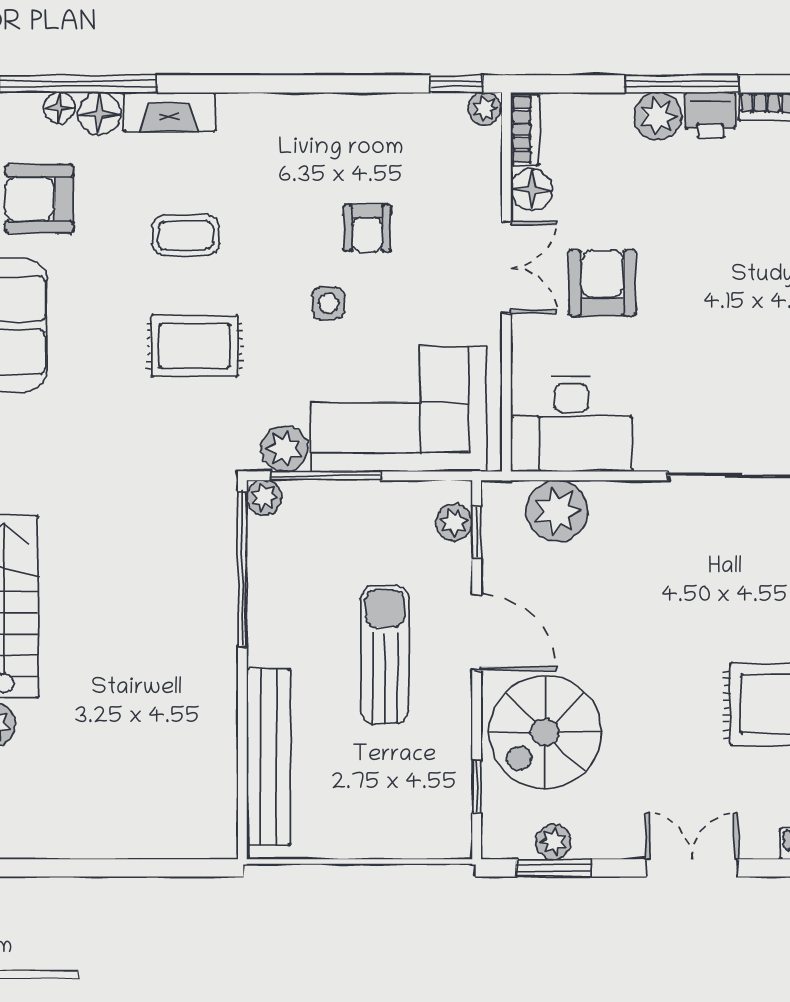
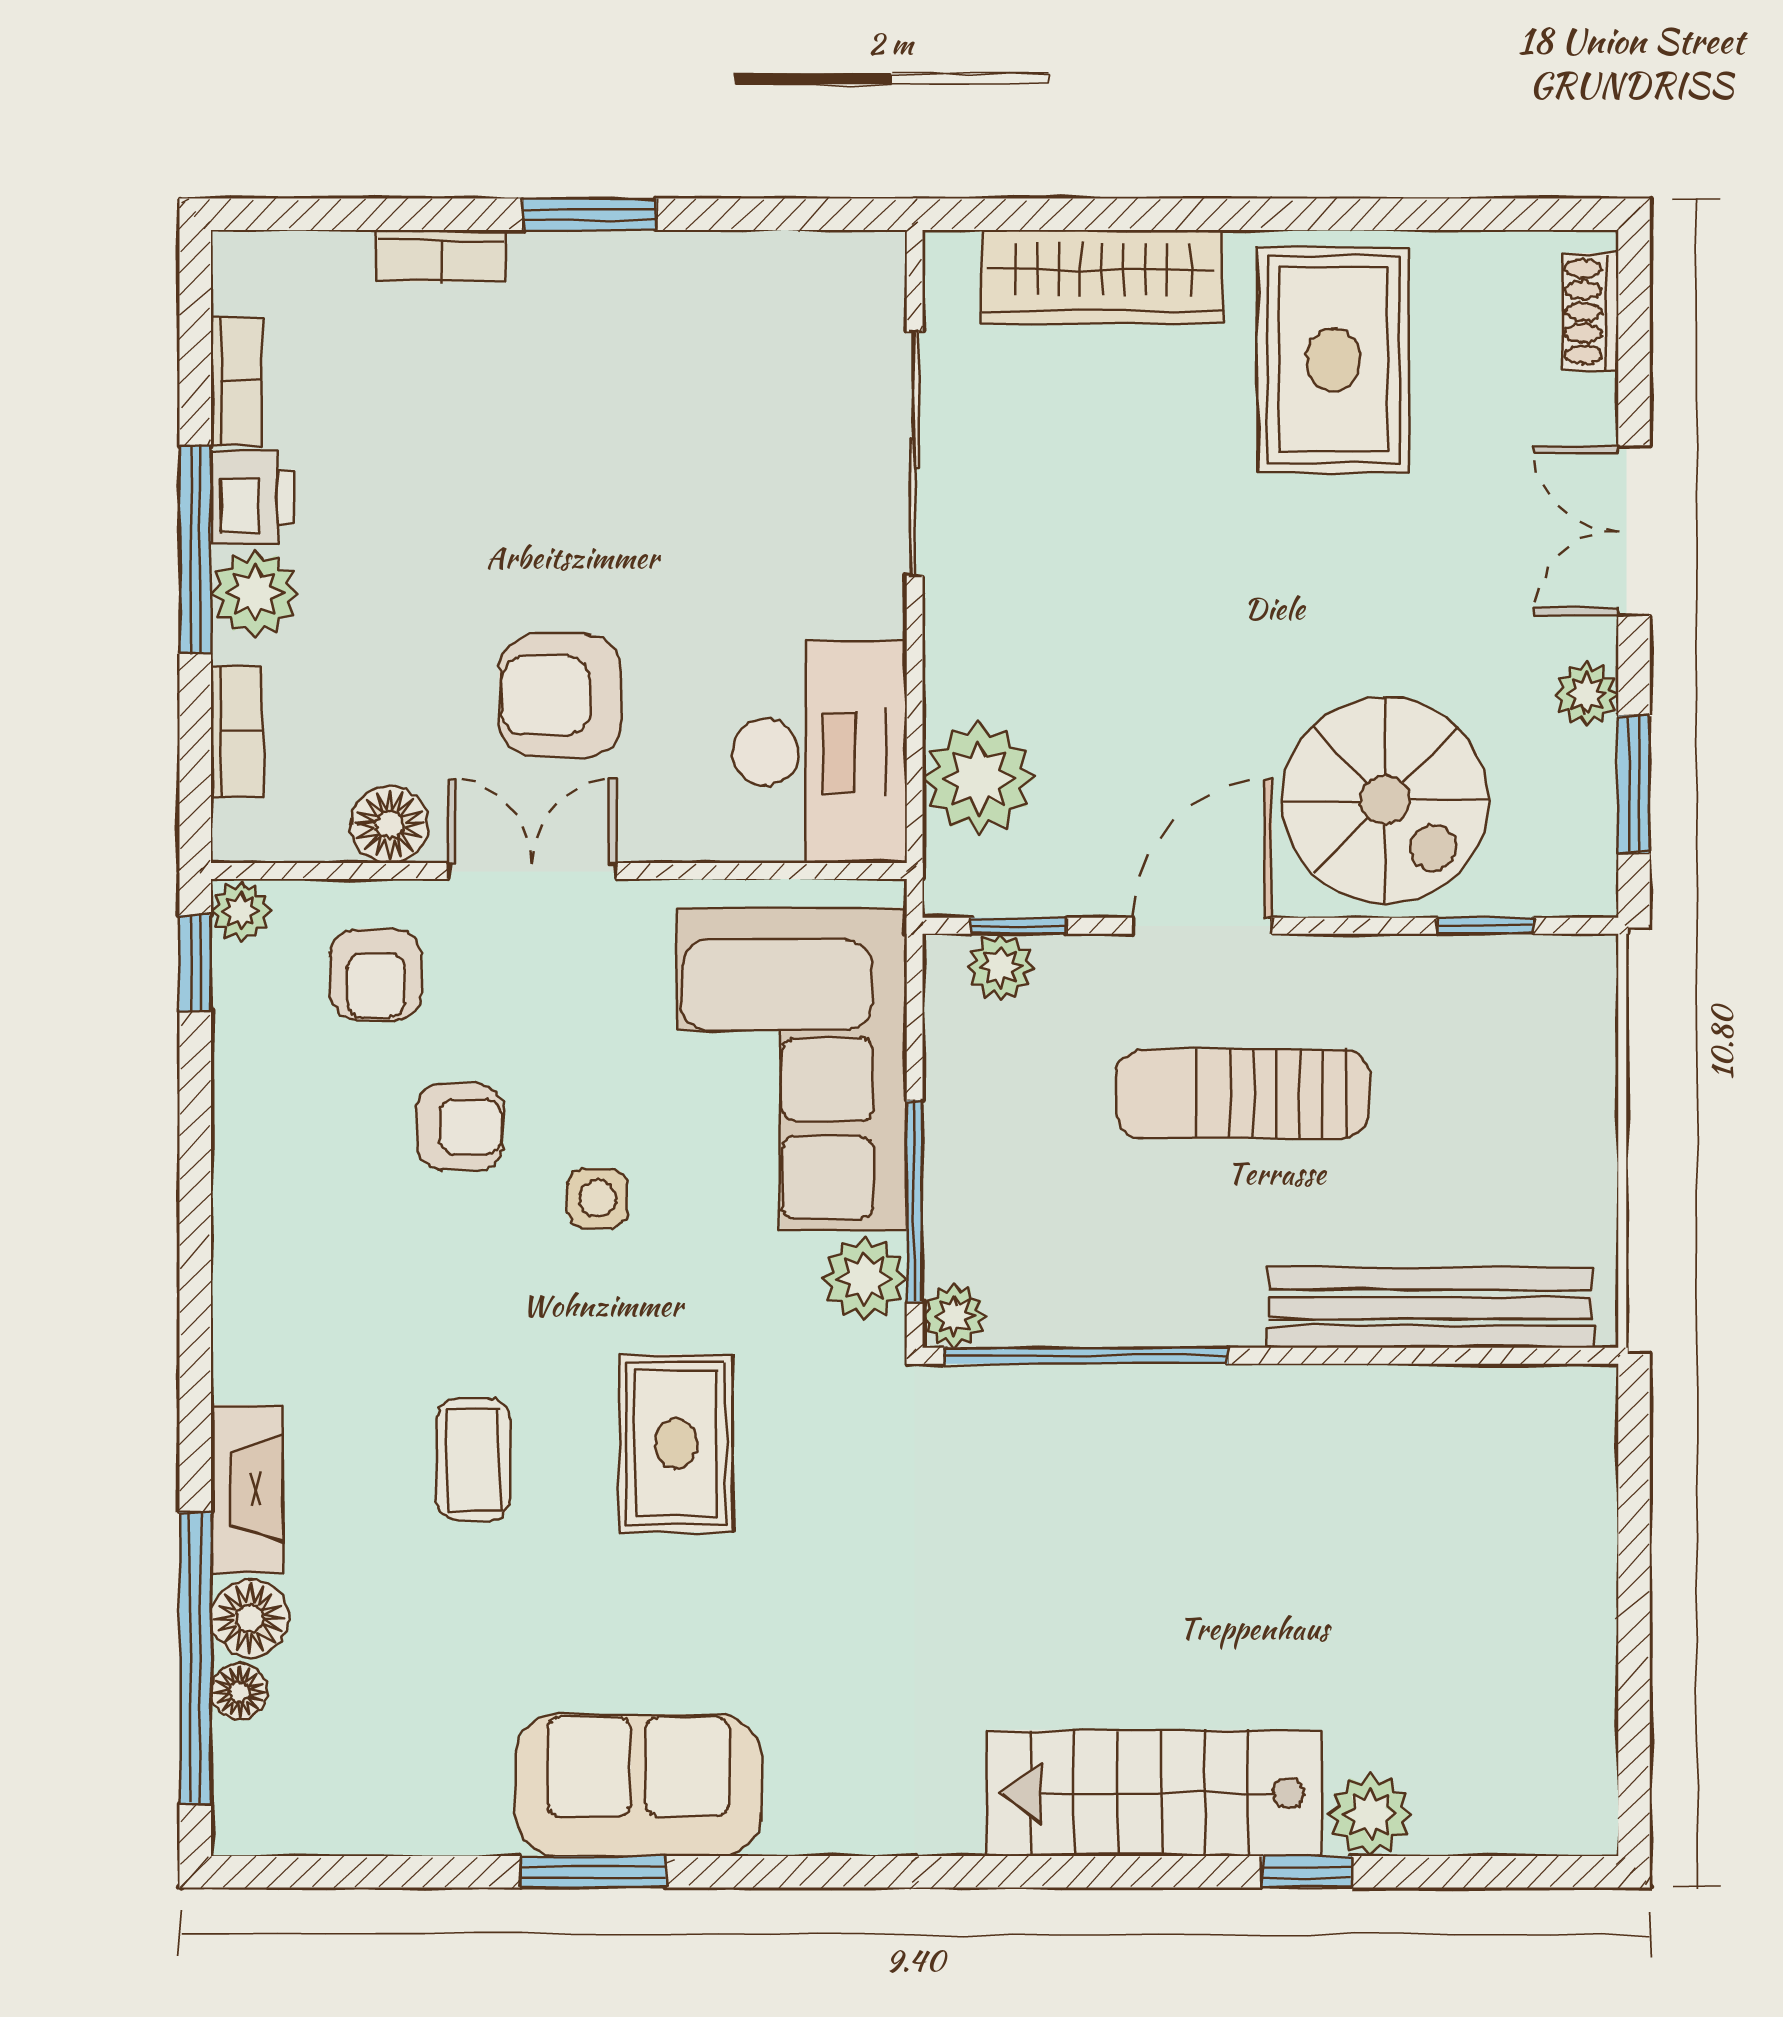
bookcase: (525, 130) -> (237, 732), moved, turned 90
armchair: (39, 199) -> (376, 974), moved, width x0.72, depth x0.72
plant: (554, 842) -> (1586, 694), moved

